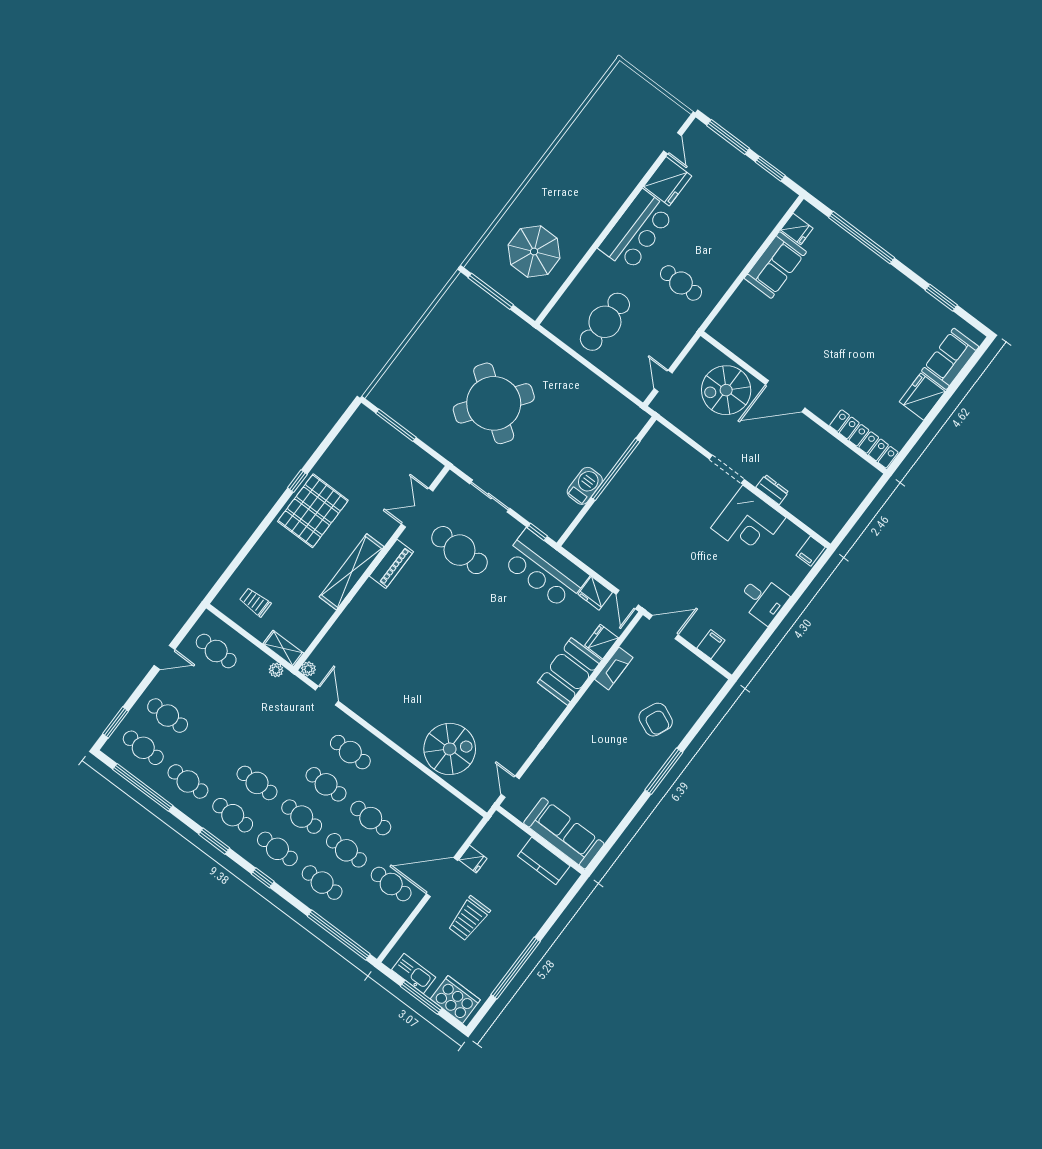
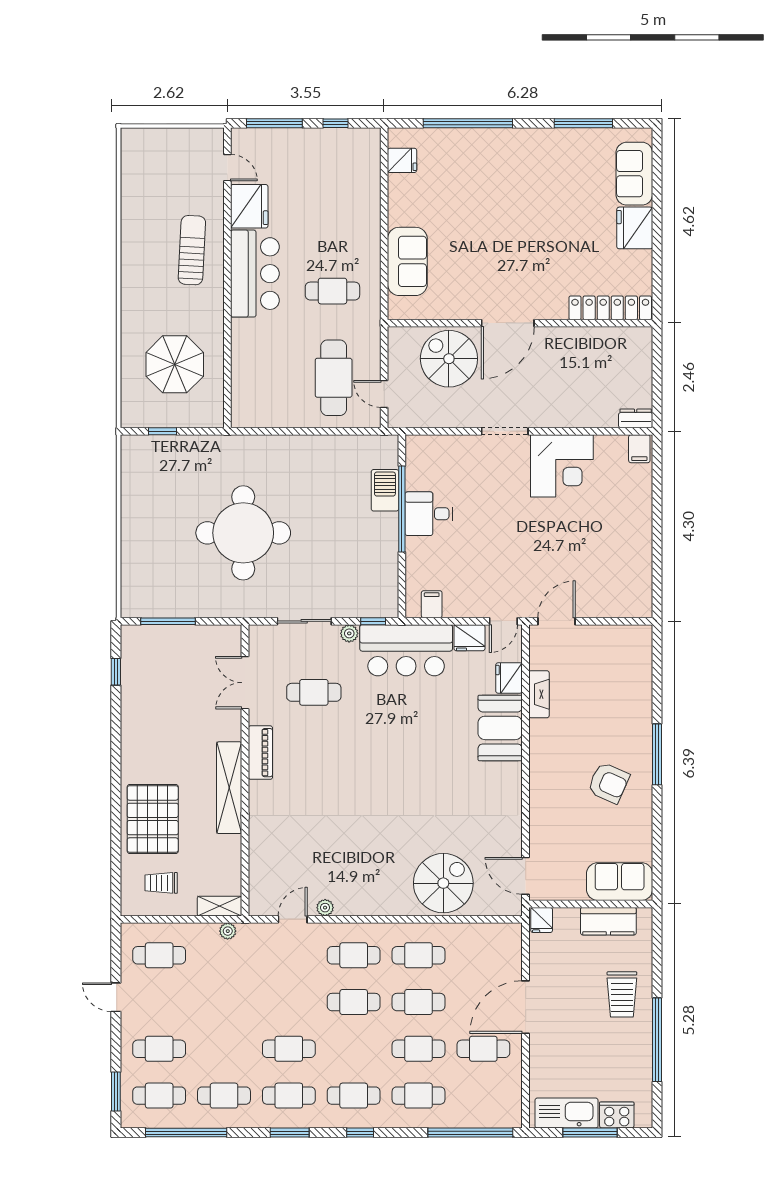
window: (770, 169) -> (335, 123), width x0.67
sun lounger: (605, 182) -> (192, 250), added
sofa: (775, 265) -> (407, 261), moved
window: (491, 291) -> (162, 431), width x0.46
window: (941, 298) -> (583, 123), width x1.44
cafe table: (605, 322) -> (334, 378), moved
spiral stairs: (726, 390) -> (449, 359), turned 90
round table: (494, 403) -> (243, 533), turned -36
window: (297, 481) -> (116, 672), moved
barbecue: (585, 486) -> (385, 490), moved
dresser: (772, 490) -> (636, 418), moved
pallet: (313, 511) -> (153, 819), moved
plant: (515, 528) -> (349, 633), added
cafe table: (460, 550) -> (314, 692), width x0.73, depth x0.74
desk: (763, 599) -> (429, 514), moved, turned 180
door: (627, 600) -> (503, 621), hinge flipped
filing cabinet: (711, 644) -> (432, 604), moved
door: (165, 657) -> (116, 997), swing flipped
plant: (308, 669) -> (325, 908), moved
door: (327, 696) -> (293, 919), hinge flipped
armchair: (656, 720) -> (609, 783), moved
door: (510, 787) -> (526, 876), width x1.38
cafe table: (302, 817) -> (418, 955), moved
sofa: (564, 833) -> (620, 882), width x0.73
fridge: (473, 859) -> (542, 920), moved, turned 90
trolley: (469, 919) -> (622, 994), moved
kitchen sink: (414, 974) -> (567, 1113), width x1.36, depth x1.24
cooker: (455, 999) -> (617, 1115), width x0.73, depth x0.76

